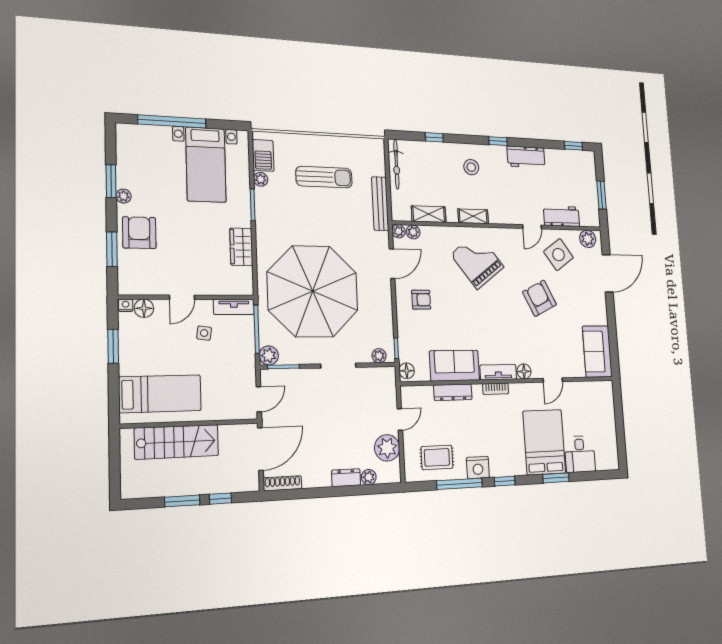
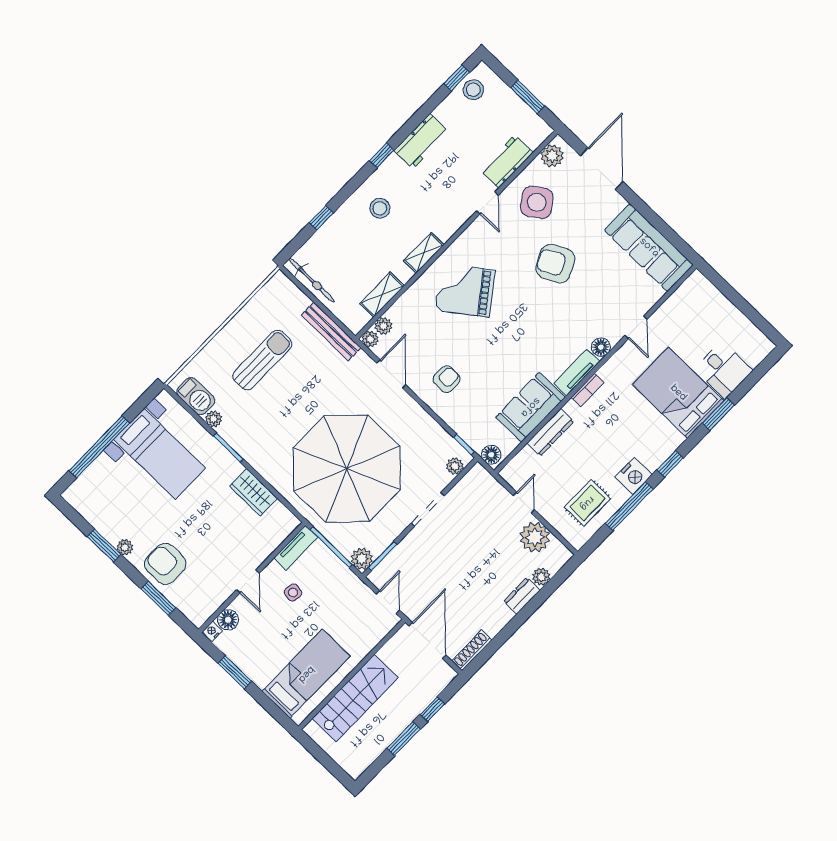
stool: (577, 161) -> (473, 90), added
sofa: (597, 351) -> (649, 248), width x1.36

